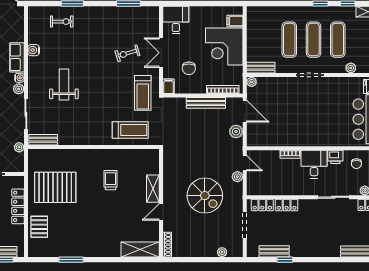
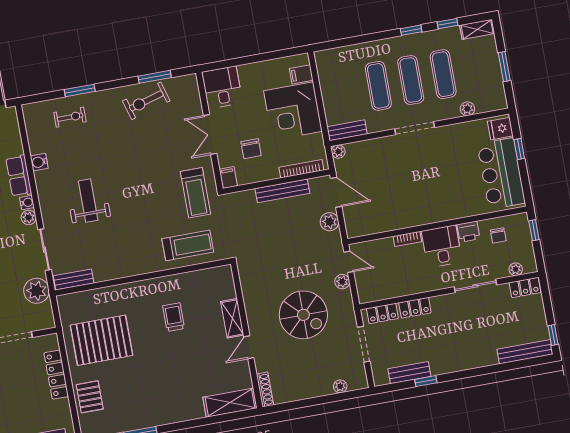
exercise bike: (127, 53) -> (146, 101), moved, width x1.38, depth x1.39
plant: (19, 147) -> (37, 291), width x1.87, depth x1.87

